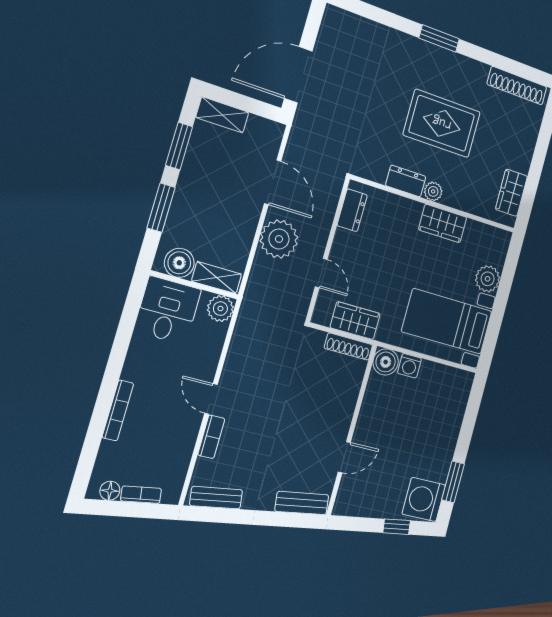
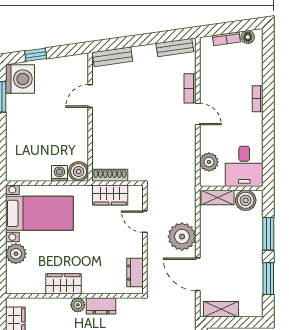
shelving: (222, 115) -> (221, 309), moved
plant: (220, 309) -> (209, 162), moved
bookcase: (118, 410) -> (258, 99), width x0.64

